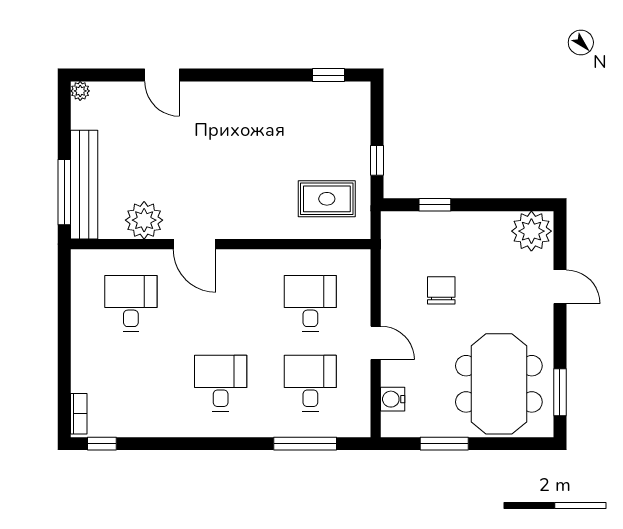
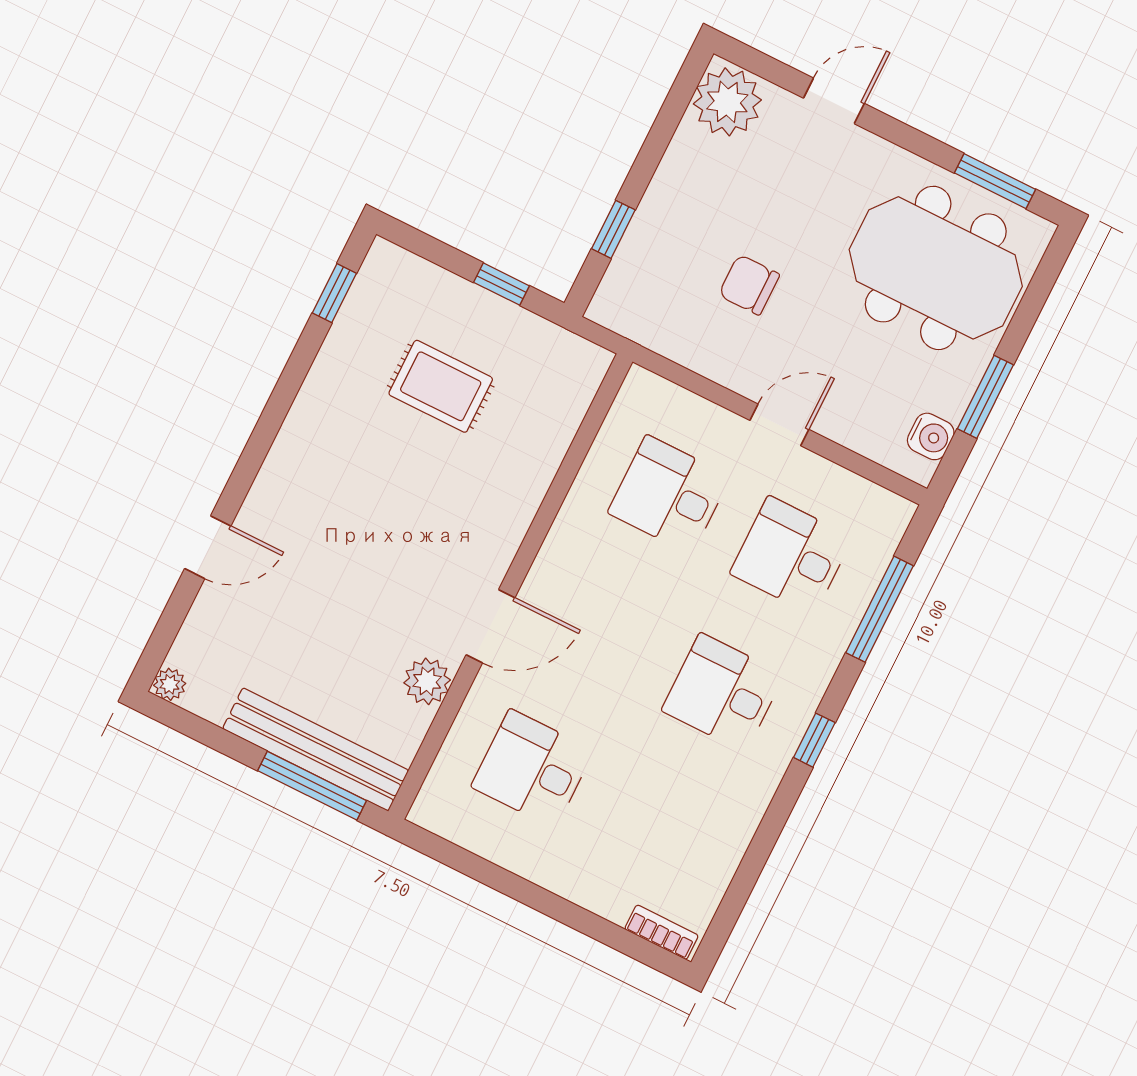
rug: (327, 199) -> (441, 386), moved, turned 90
plant: (144, 220) -> (427, 681), width x0.73, depth x0.73
water cooler: (393, 399) -> (931, 436), moved, turned -90
window: (102, 444) -> (814, 740), moved

